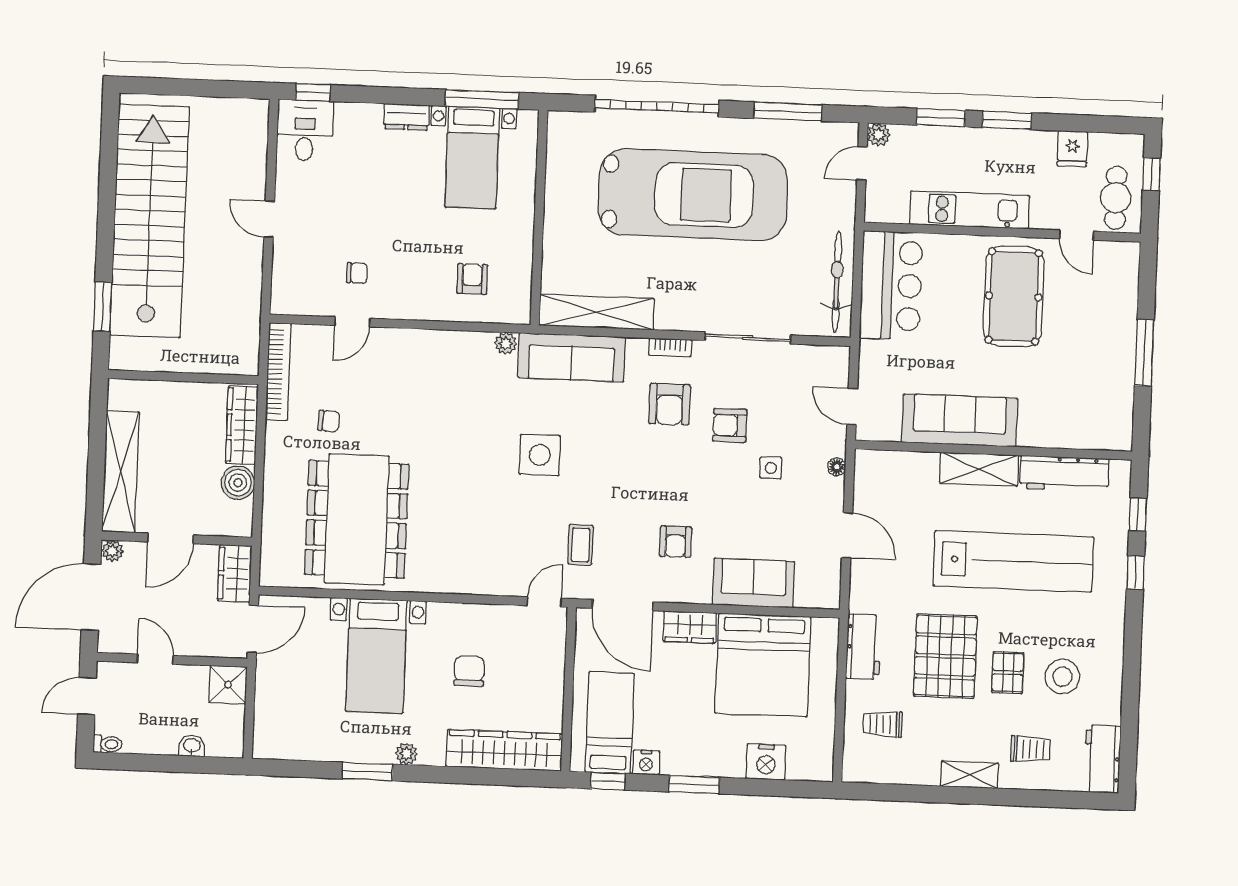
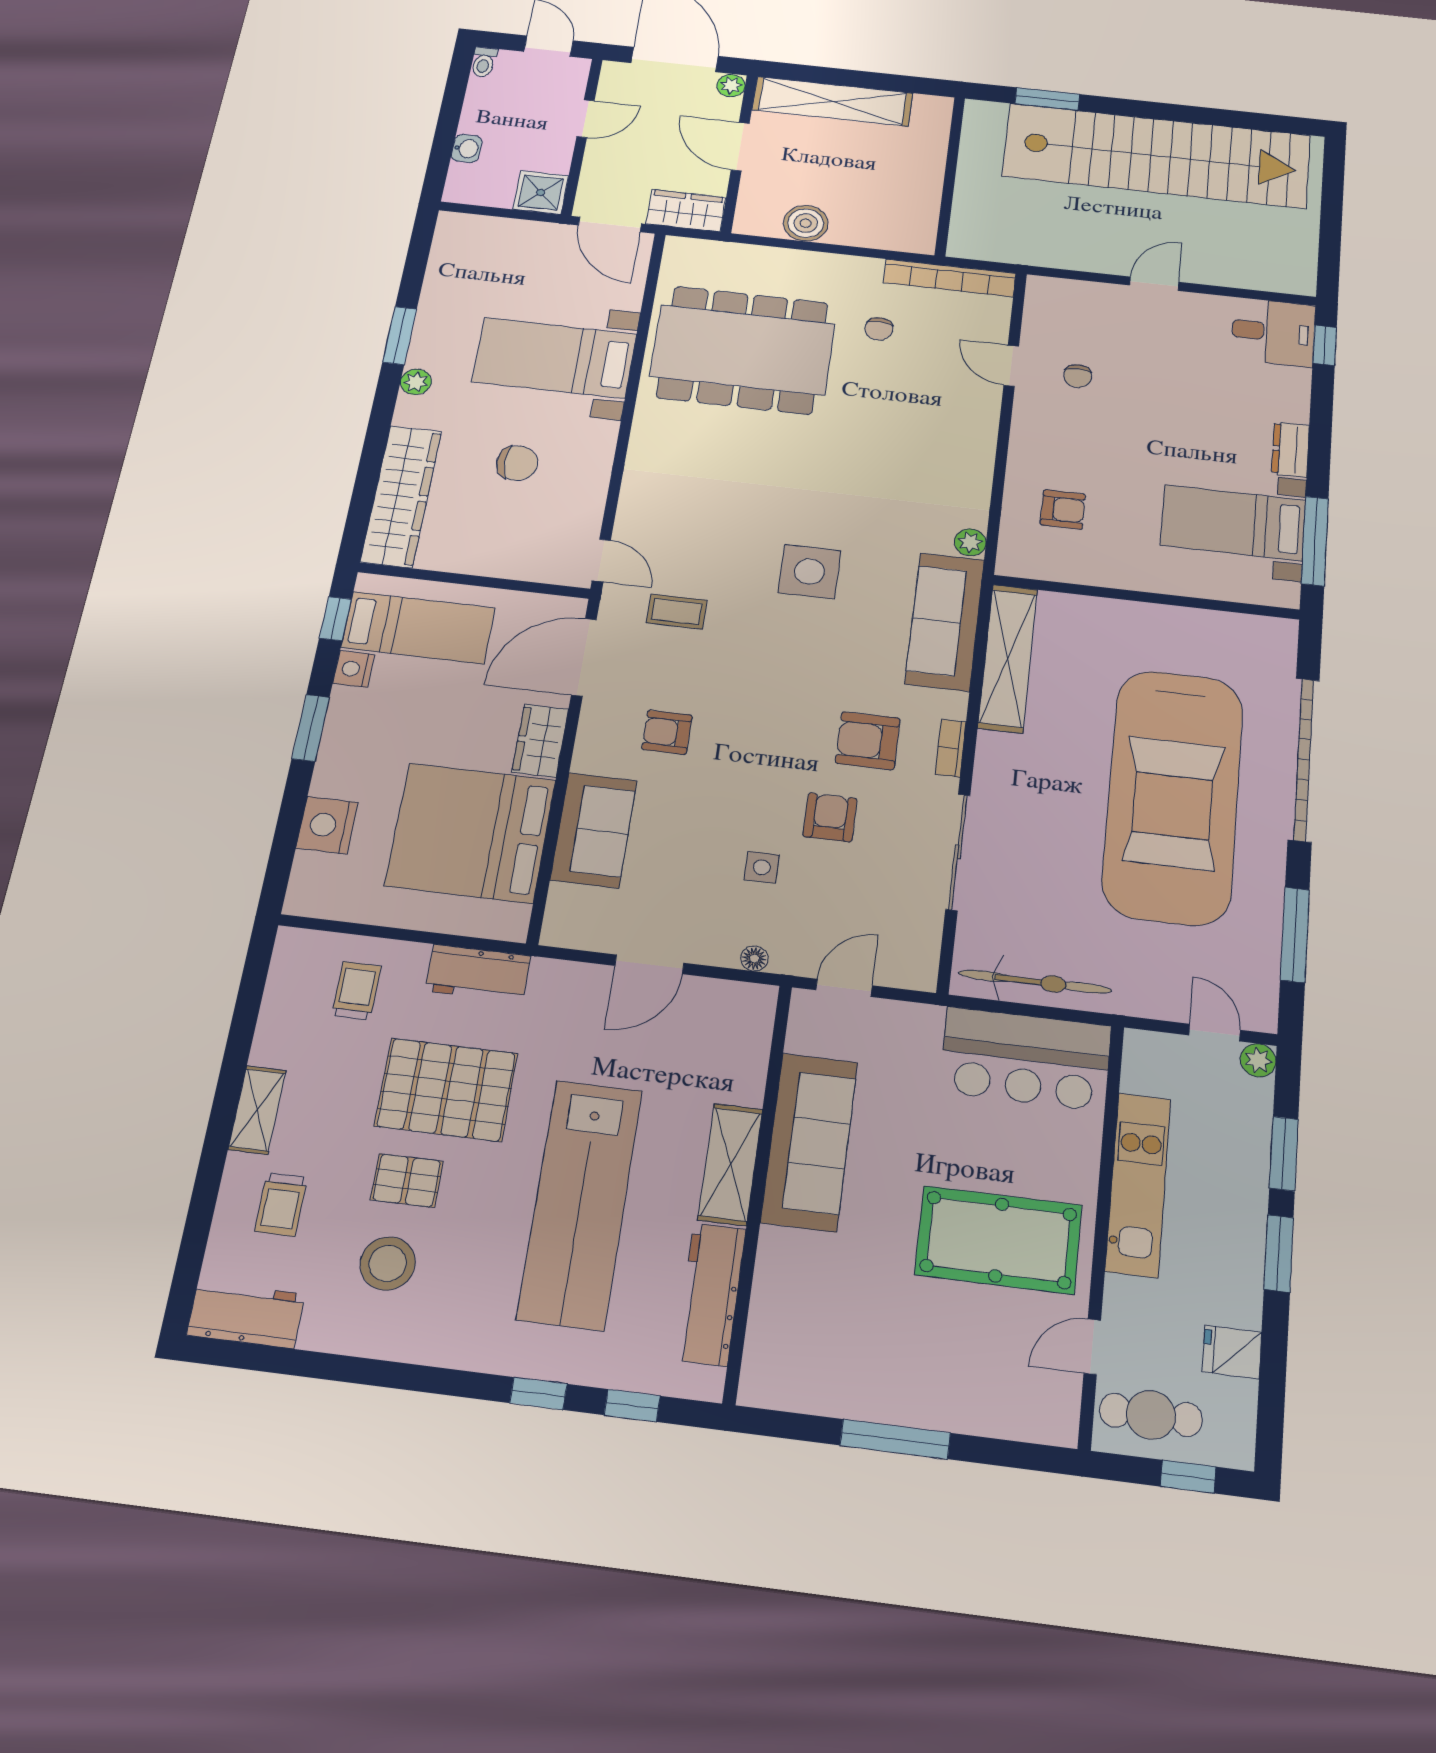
wardrobe: (242, 425) -> (881, 233), removed

